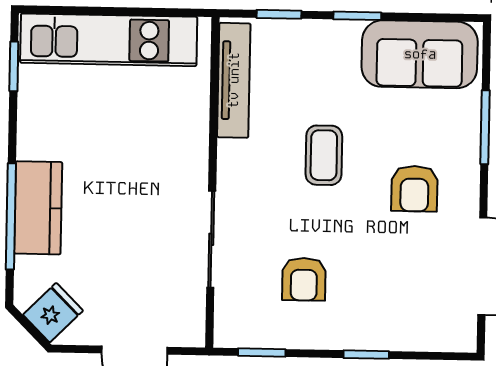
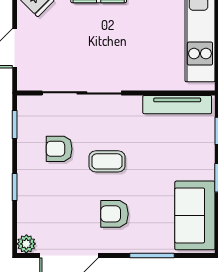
coffee table: (324, 155) -> (107, 161), moved
sliding door: (211, 239) -> (82, 93), width x1.37
plant: (462, 337) -> (26, 244), added

